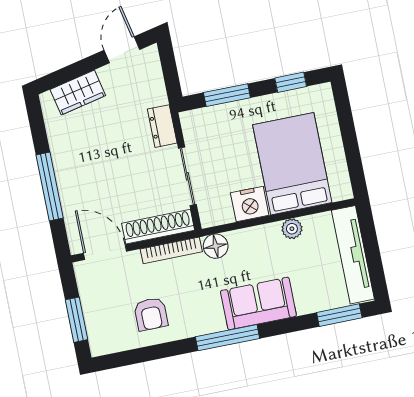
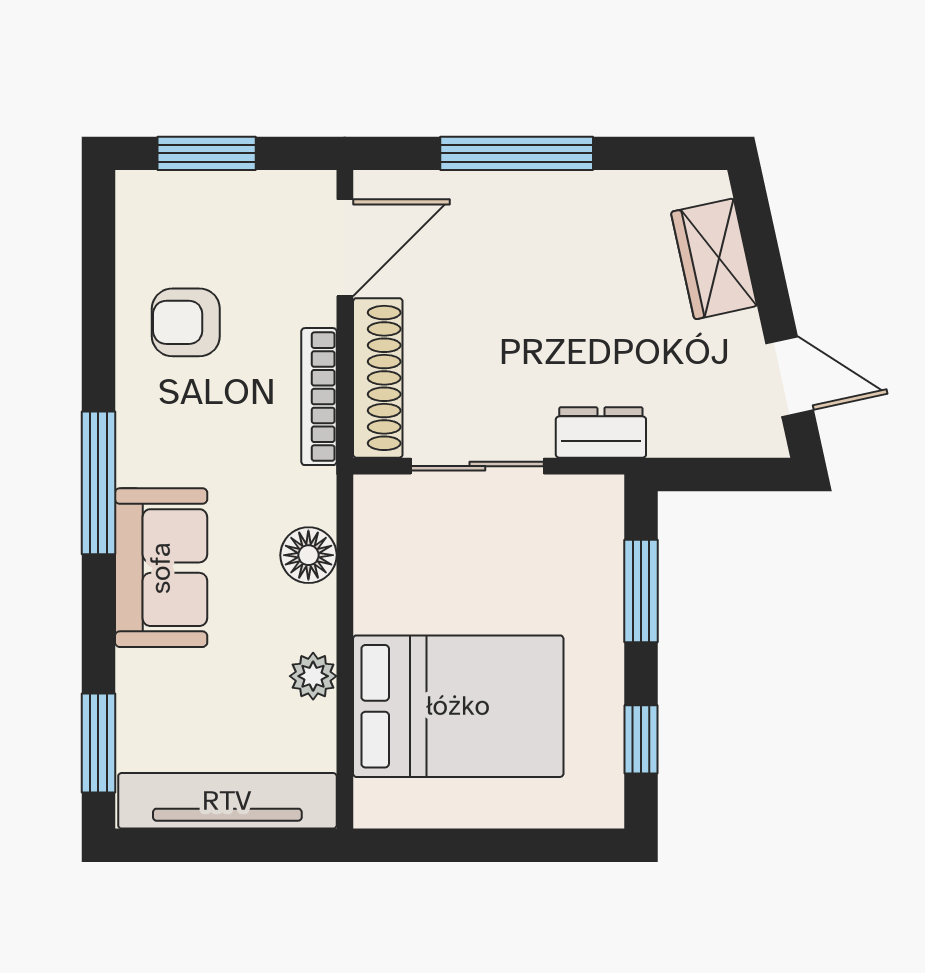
nightstand: (250, 204) -> (387, 593), removed
floor lamp: (216, 246) -> (308, 555), moved

